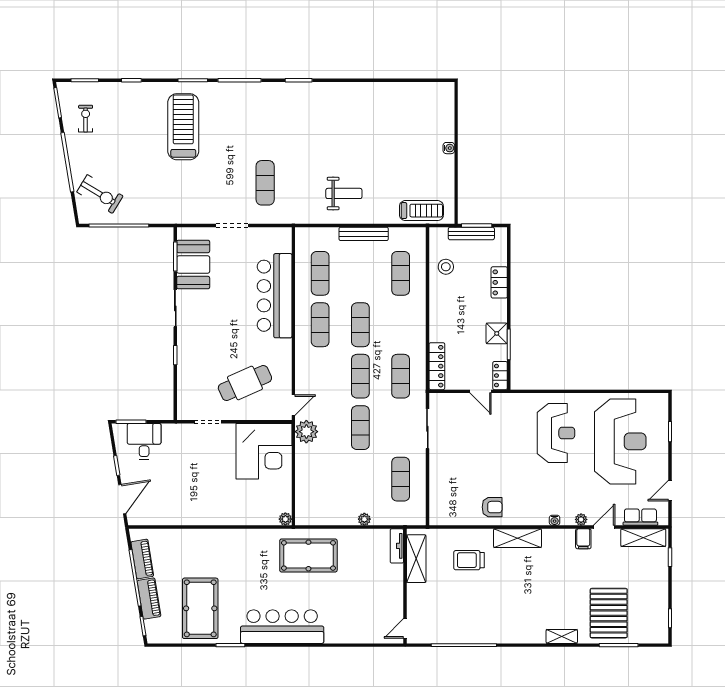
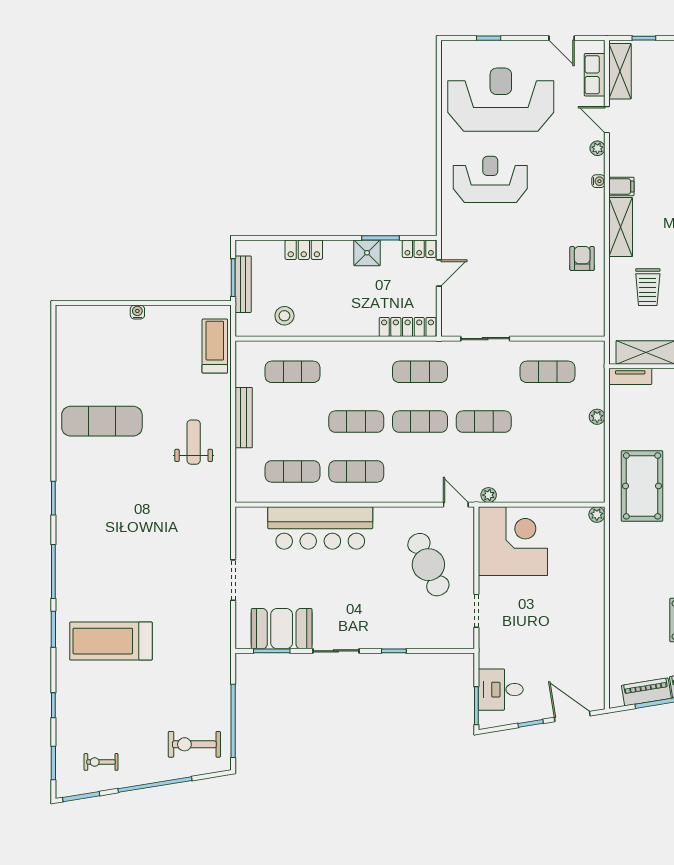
exercise mat: (265, 183) -> (102, 421), moved, width x1.36, depth x1.45
exercise bike: (100, 194) -> (194, 744), turned -121
plant: (306, 432) -> (489, 495), width x0.53, depth x0.53
filing cabinet: (583, 539) -> (621, 186), moved

